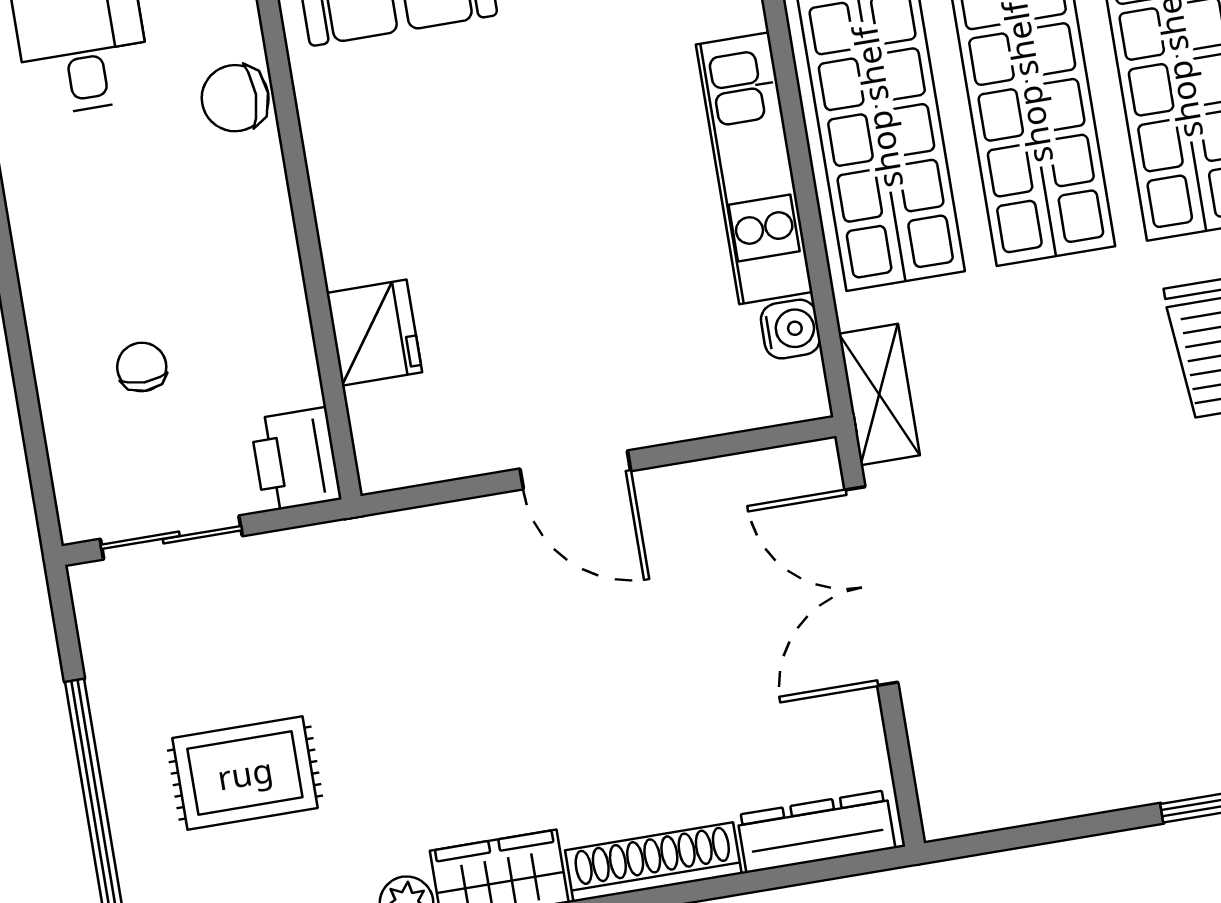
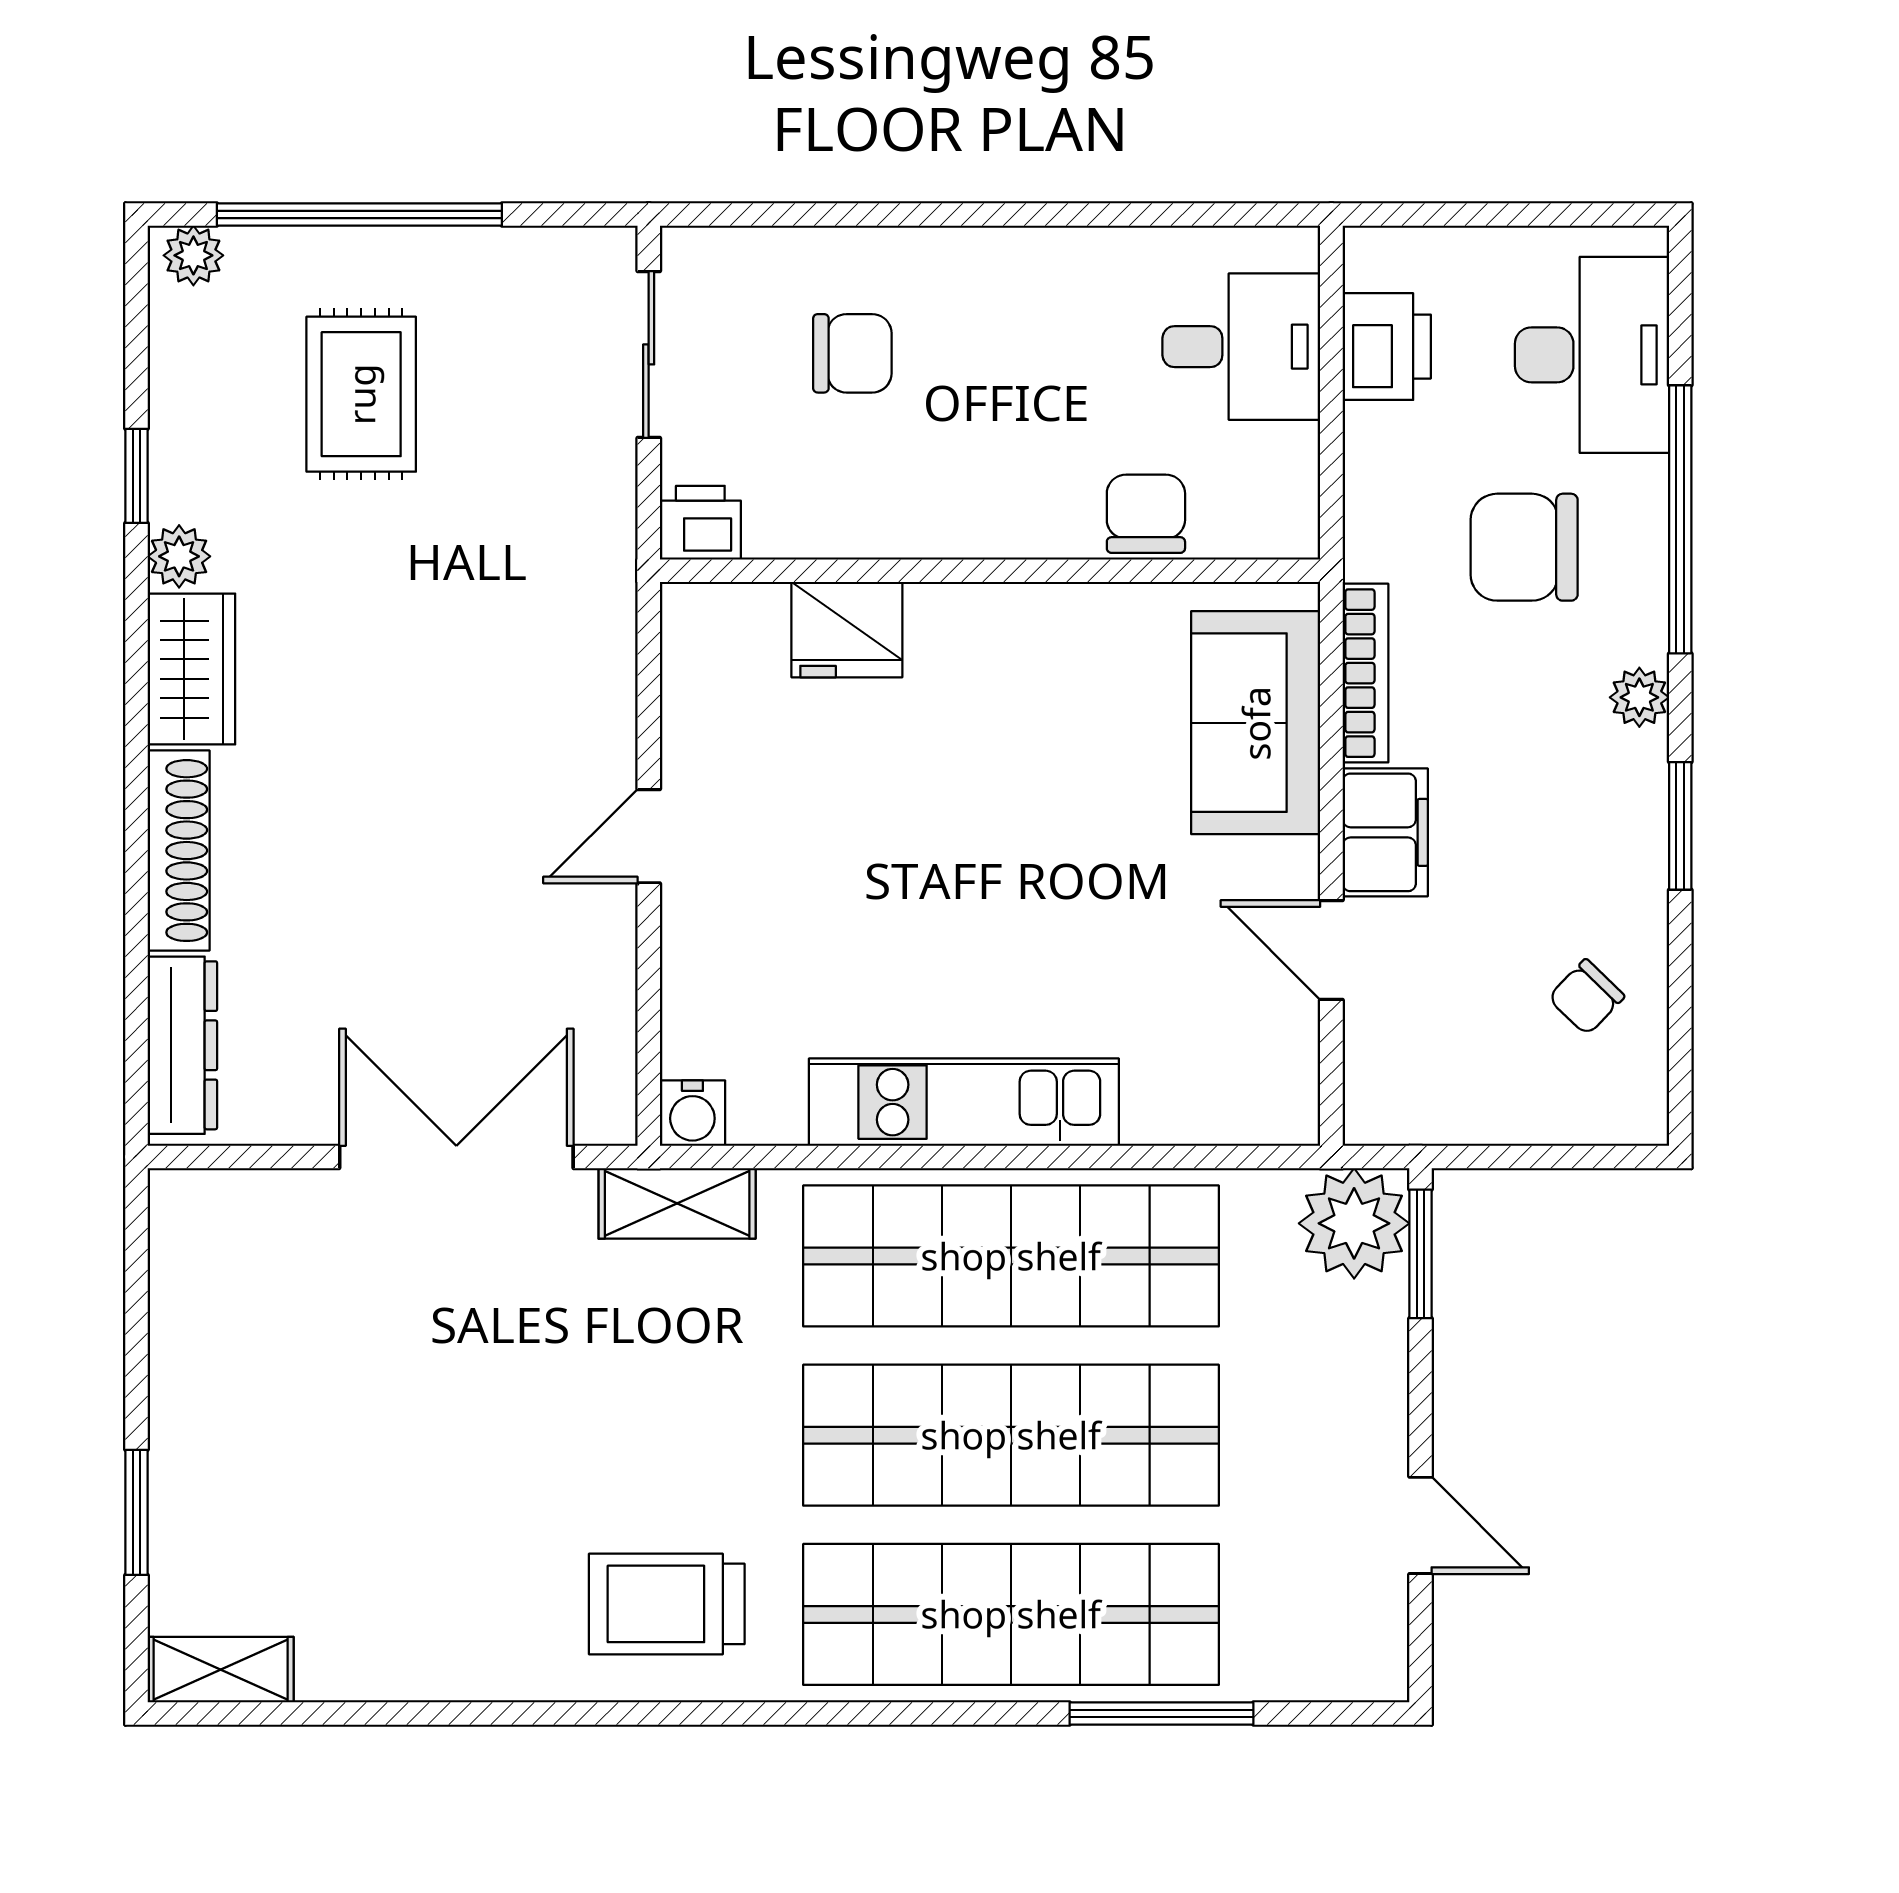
water cooler: (791, 329) -> (692, 1113), moved
chair: (142, 367) -> (852, 353), width x1.37, depth x1.37
printer: (296, 459) -> (700, 523), width x0.73, depth x0.81
door: (575, 470) -> (649, 836), width x0.73

